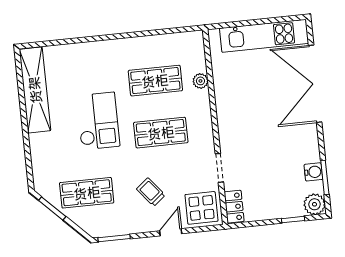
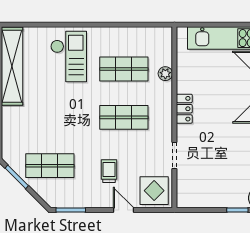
checkout: (98, 121) -> (69, 57), moved
trolley: (151, 192) -> (109, 171), turned 39
locker: (234, 207) -> (184, 109), moved
door: (171, 232) -> (123, 210), hinge flipped

